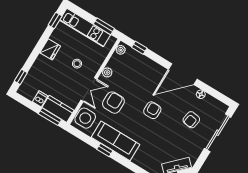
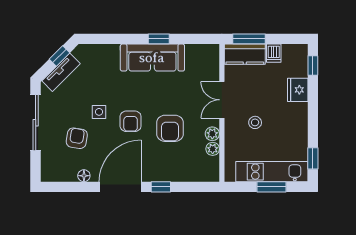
window: (104, 26) -> (271, 187), moved
window: (139, 48) -> (161, 187), moved
fridge: (50, 49) -> (298, 90), moved
plant: (121, 50) -> (213, 149), moved
armchair: (113, 103) -> (170, 128), moved
side table: (85, 118) -> (99, 112), moved, width x0.54, depth x0.54
sliding door: (218, 133) -> (36, 123), moved

